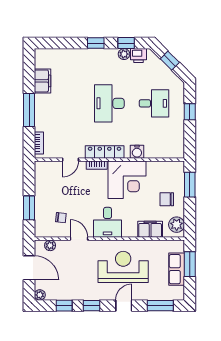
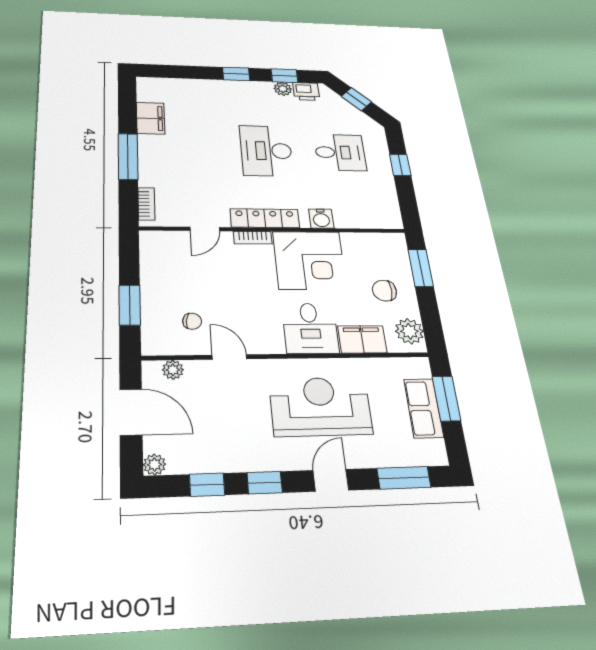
desk: (108, 222) -> (310, 328), moved

